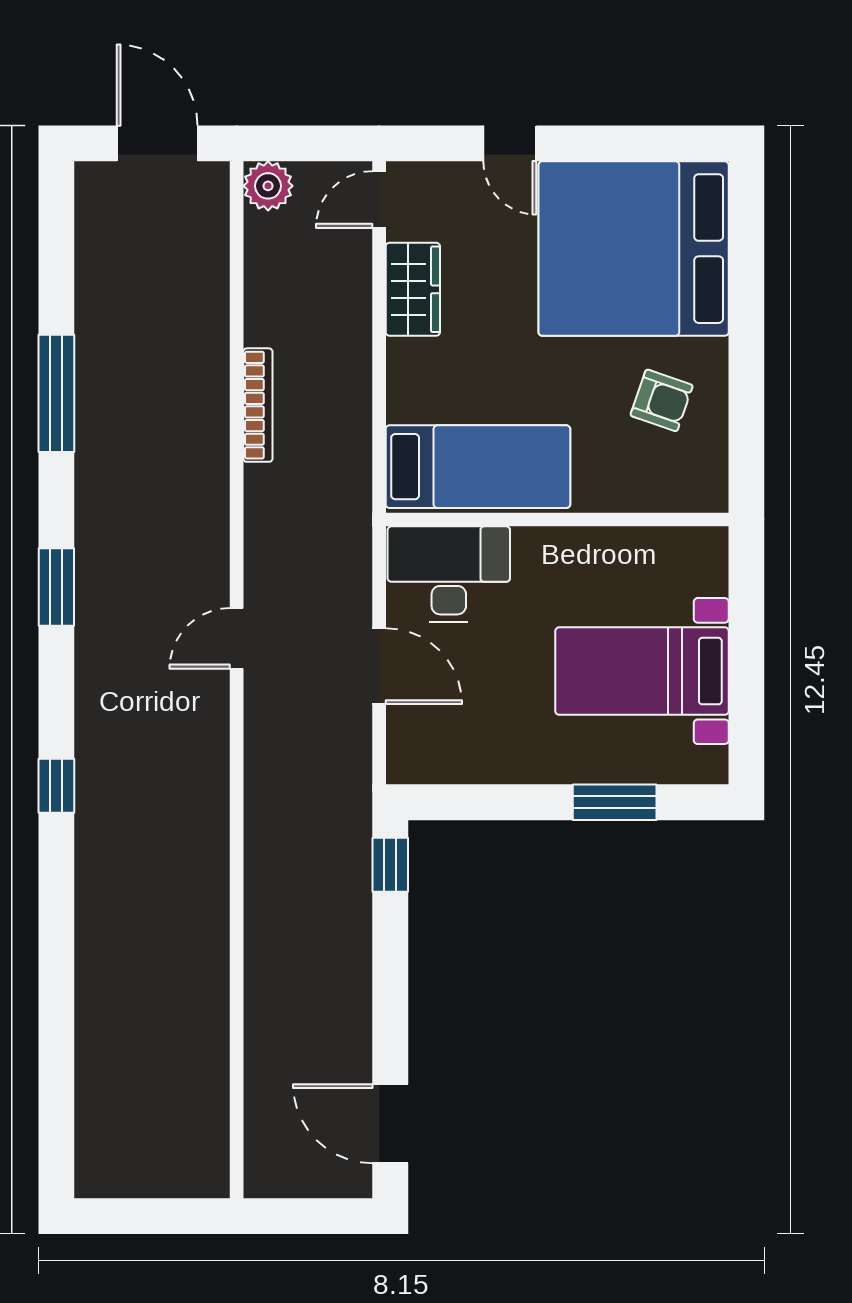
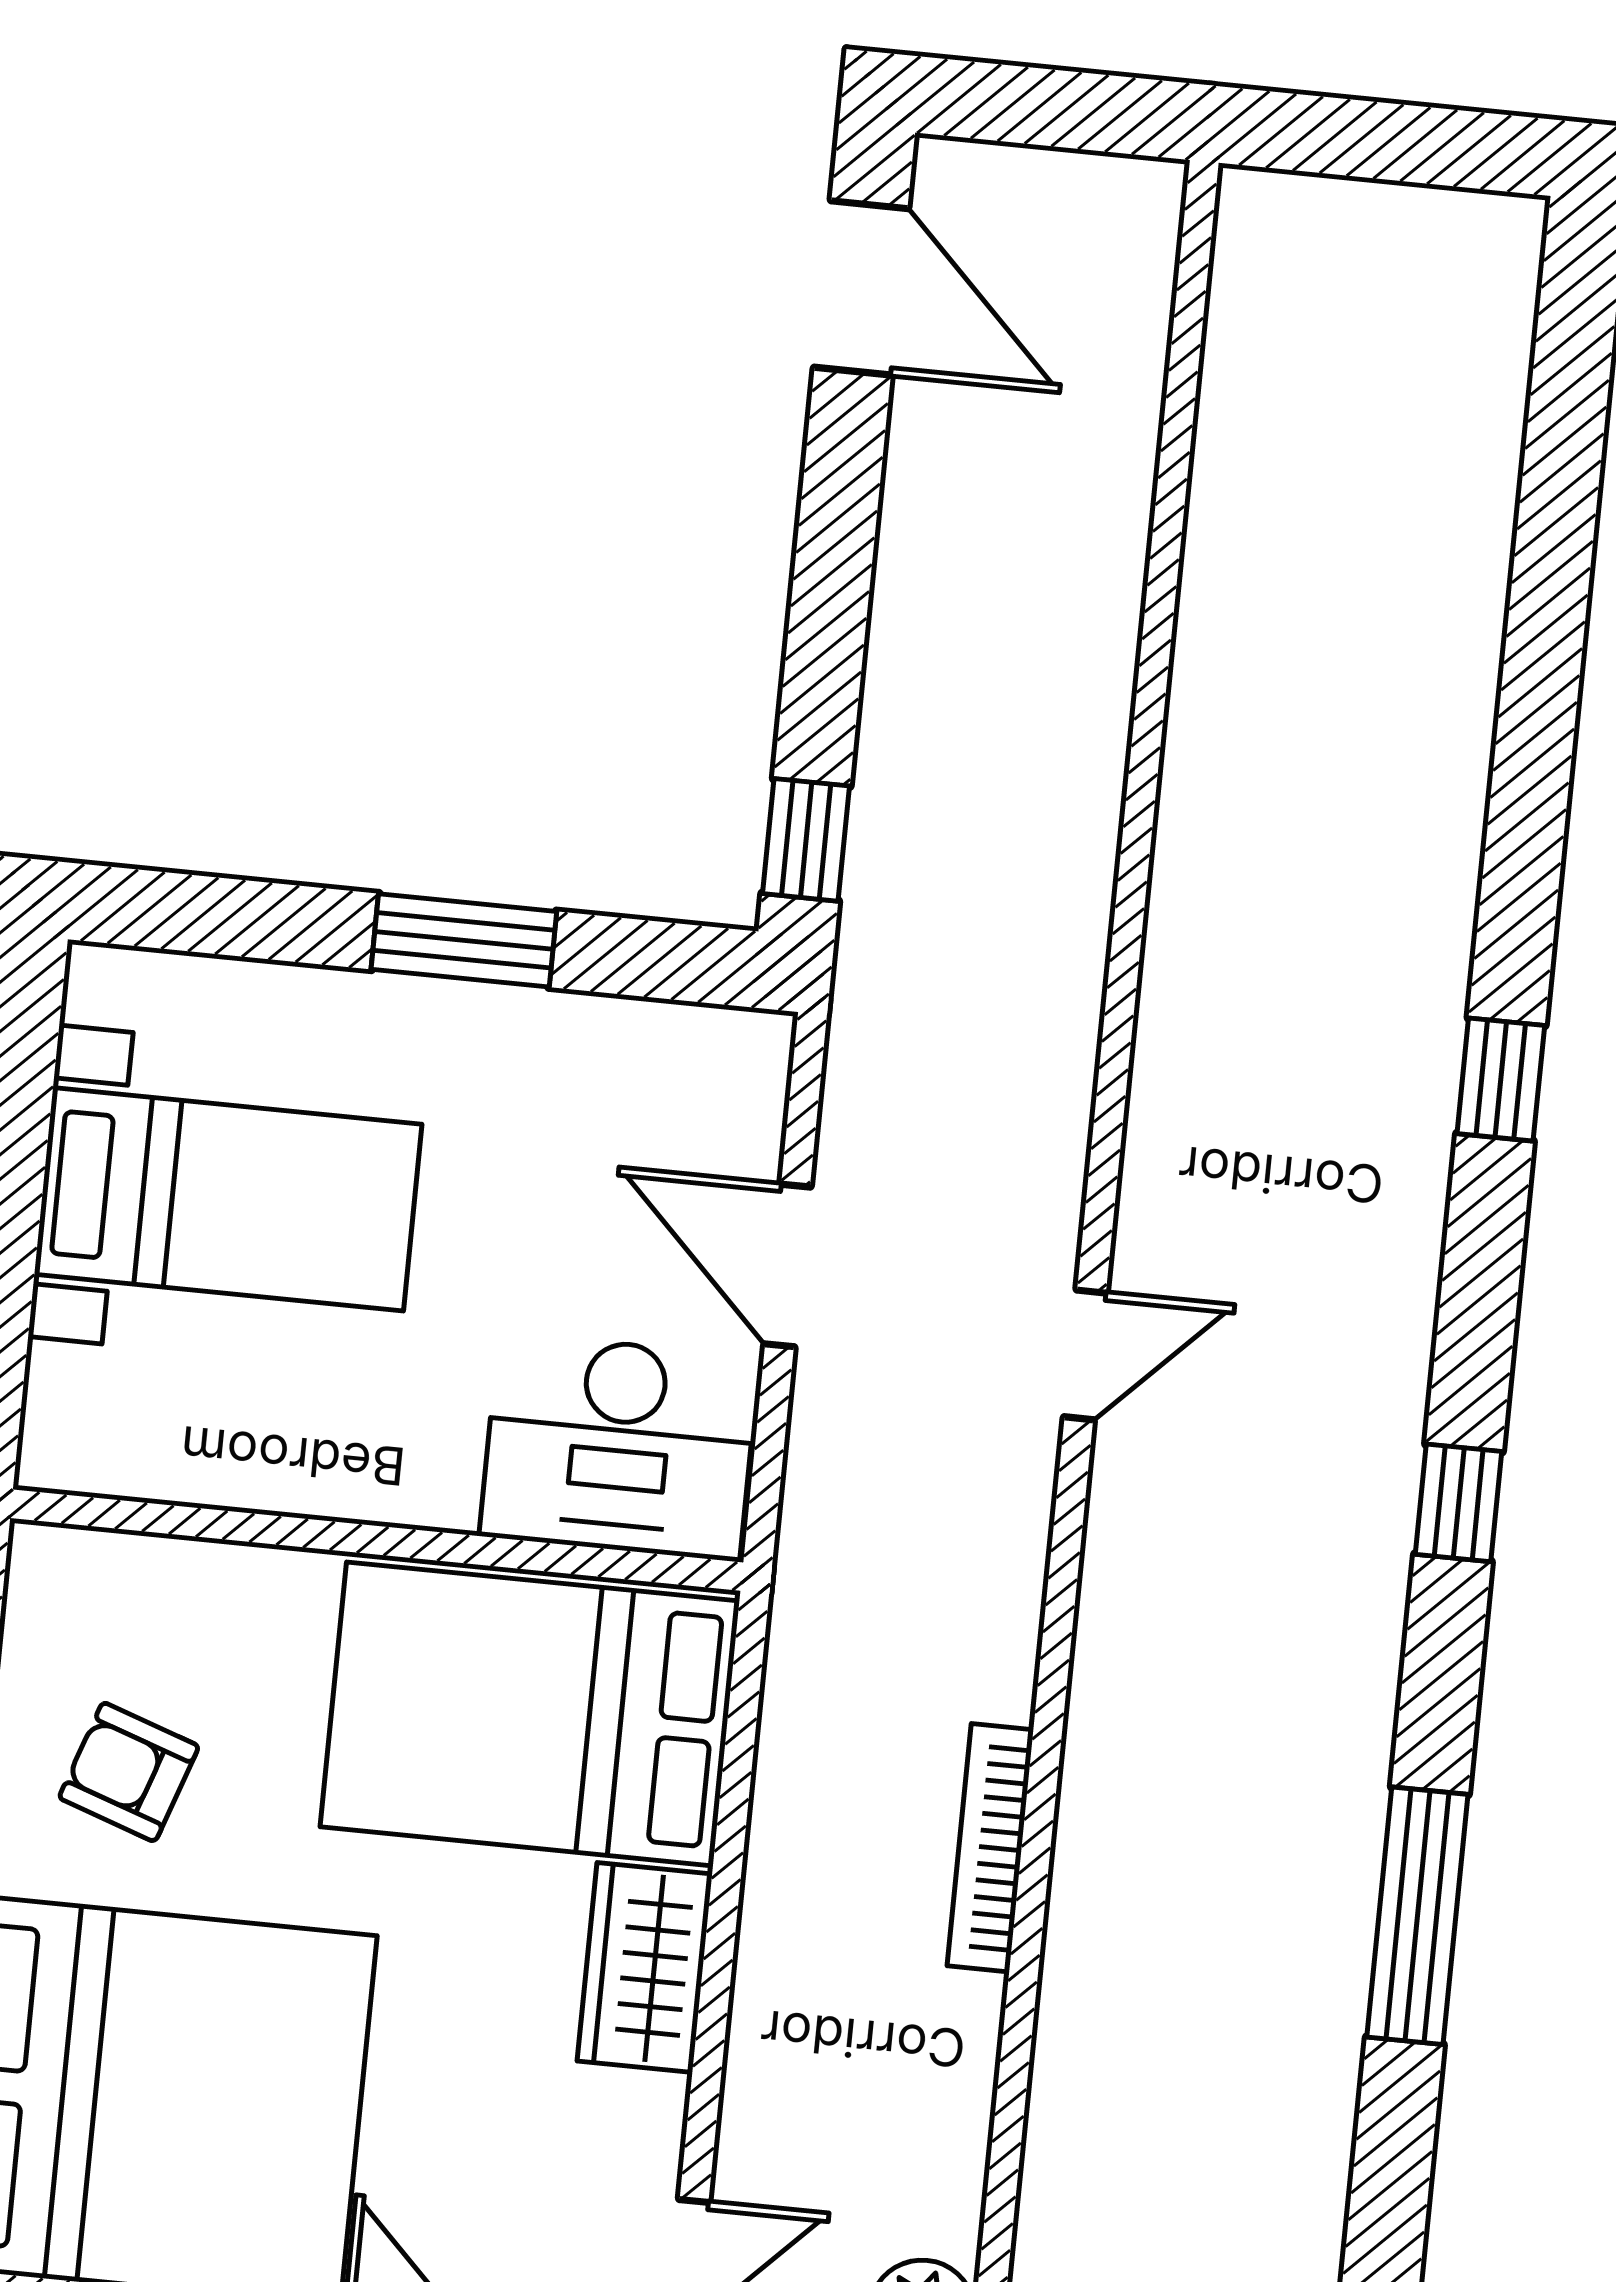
wardrobe: (413, 289) -> (645, 1967), moved
bed: (478, 467) -> (530, 1714), width x1.50
window: (56, 587) -> (1459, 1503), width x0.67
window: (615, 802) -> (464, 940), moved

